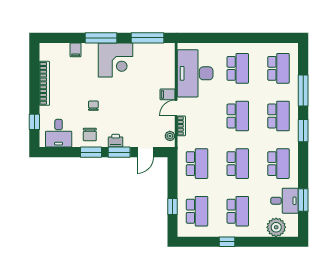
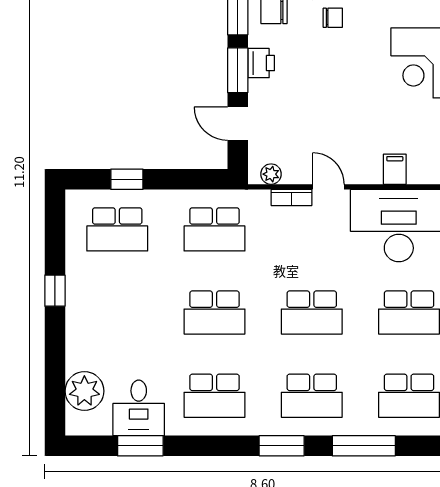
filing cabinet: (168, 94) -> (395, 169), moved
school desk: (238, 211) -> (117, 313), removed

